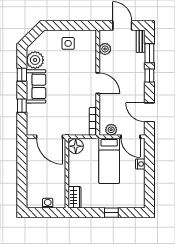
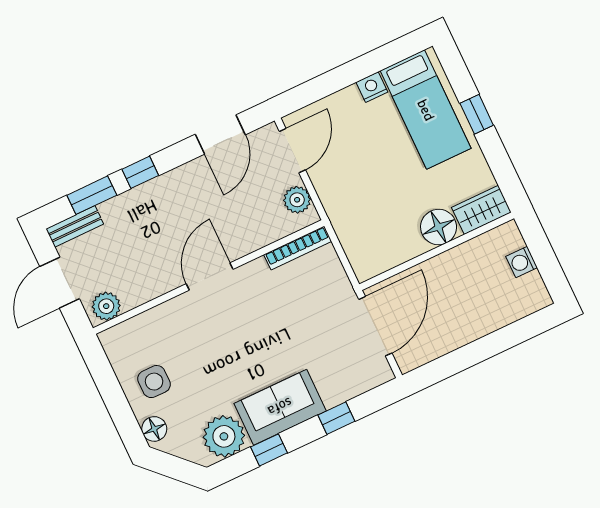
floor lamp: (50, 35) -> (154, 429), added
plant: (105, 49) -> (106, 306), moved
floor lamp: (76, 146) -> (439, 227), moved
bed: (109, 161) -> (426, 110), moved, turned 90
nightstand: (140, 164) -> (372, 87), moved

